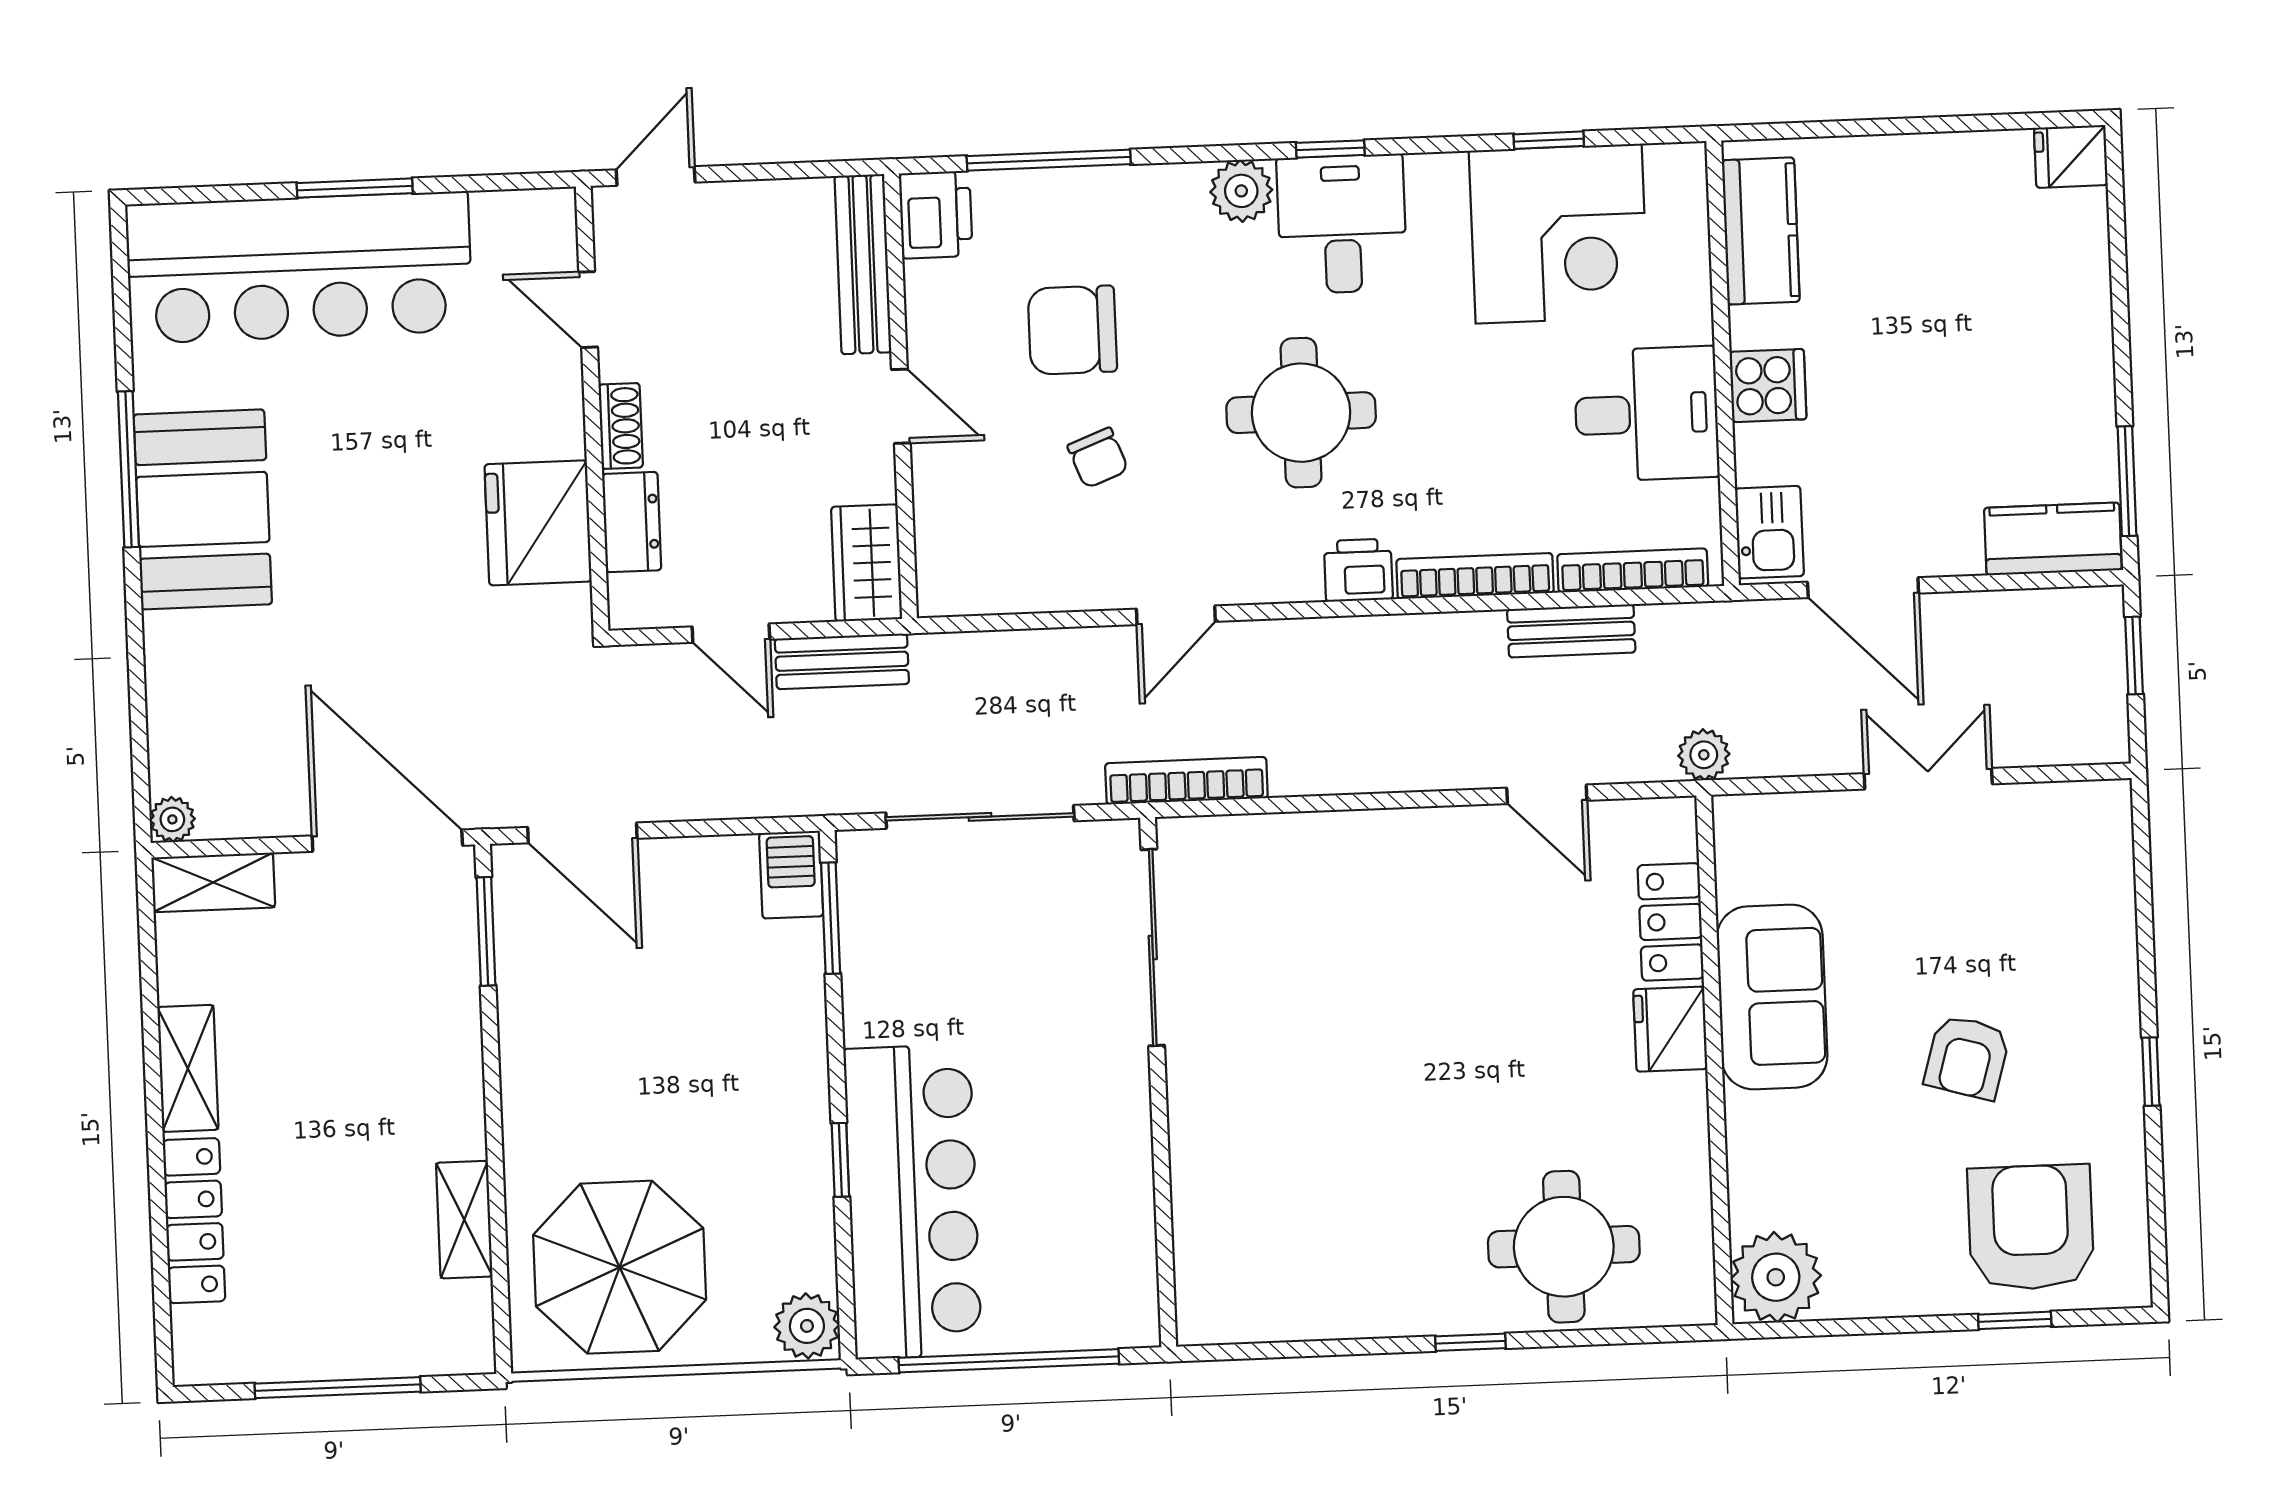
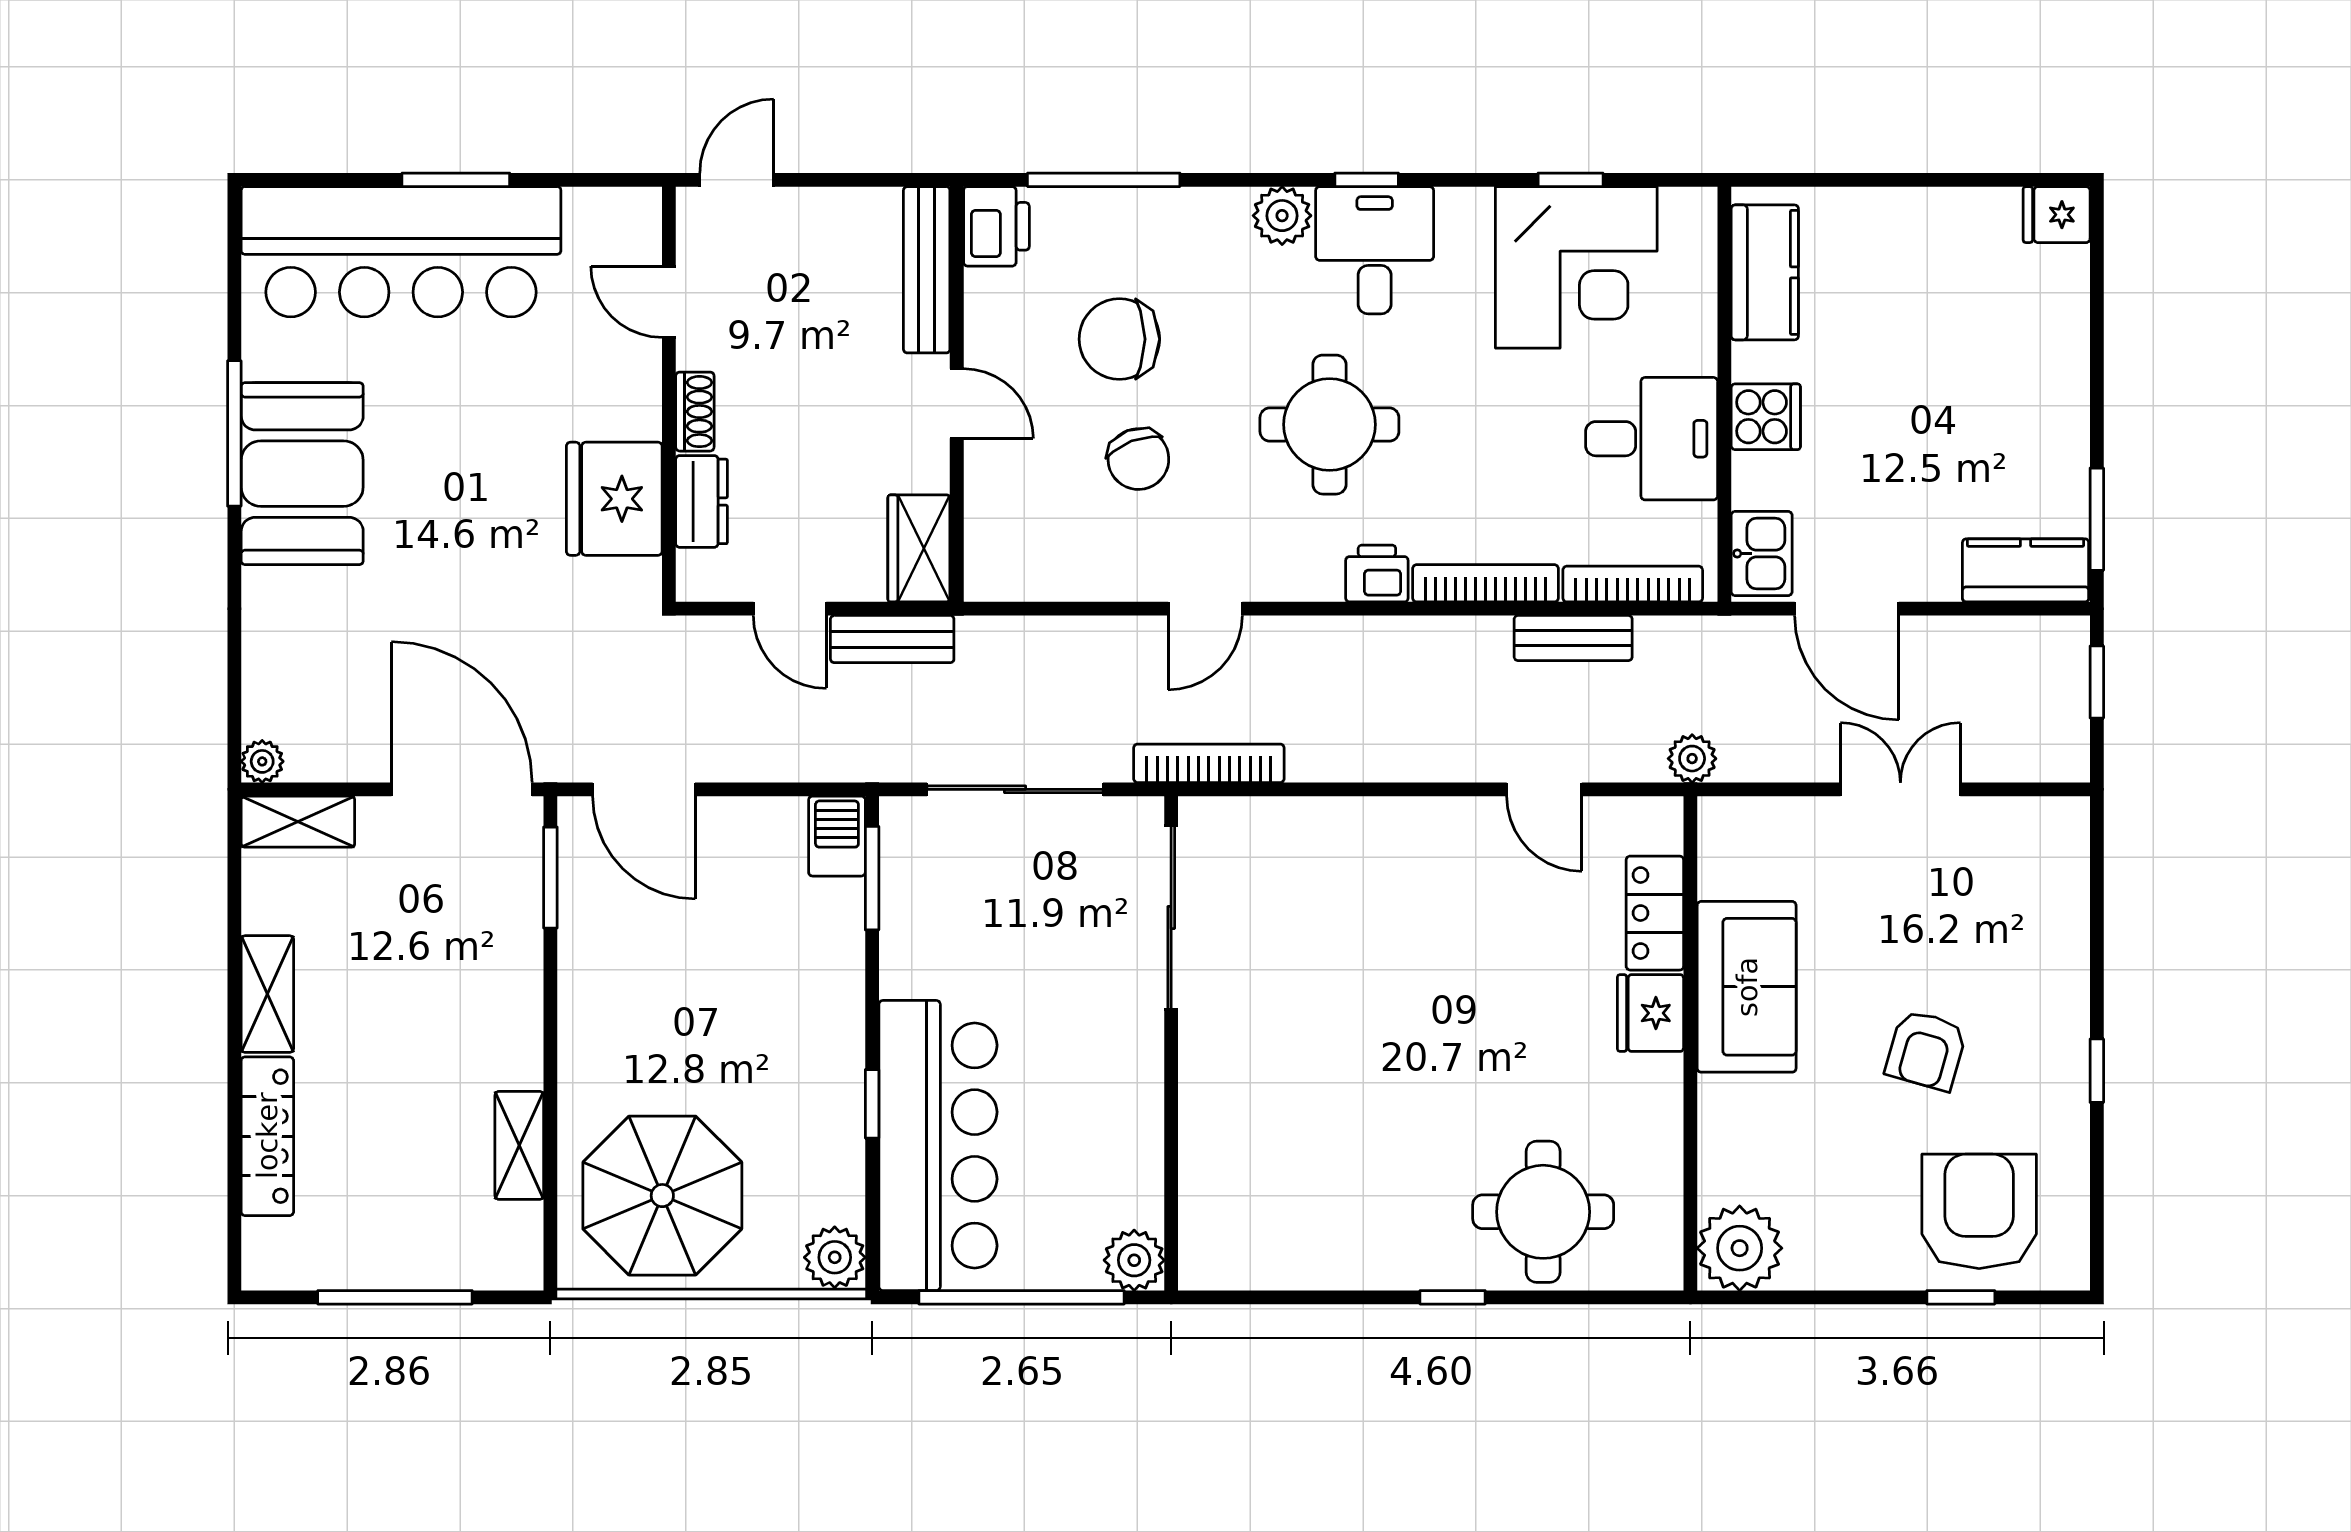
chair: (1098, 458) -> (1138, 459), width x1.37, depth x1.37
plant: (1128, 1316) -> (1134, 1260), added

